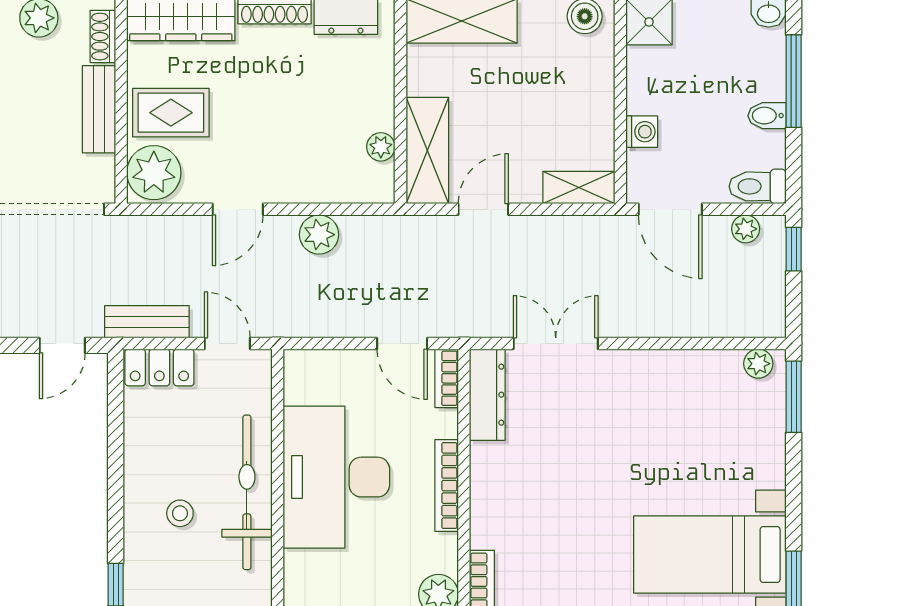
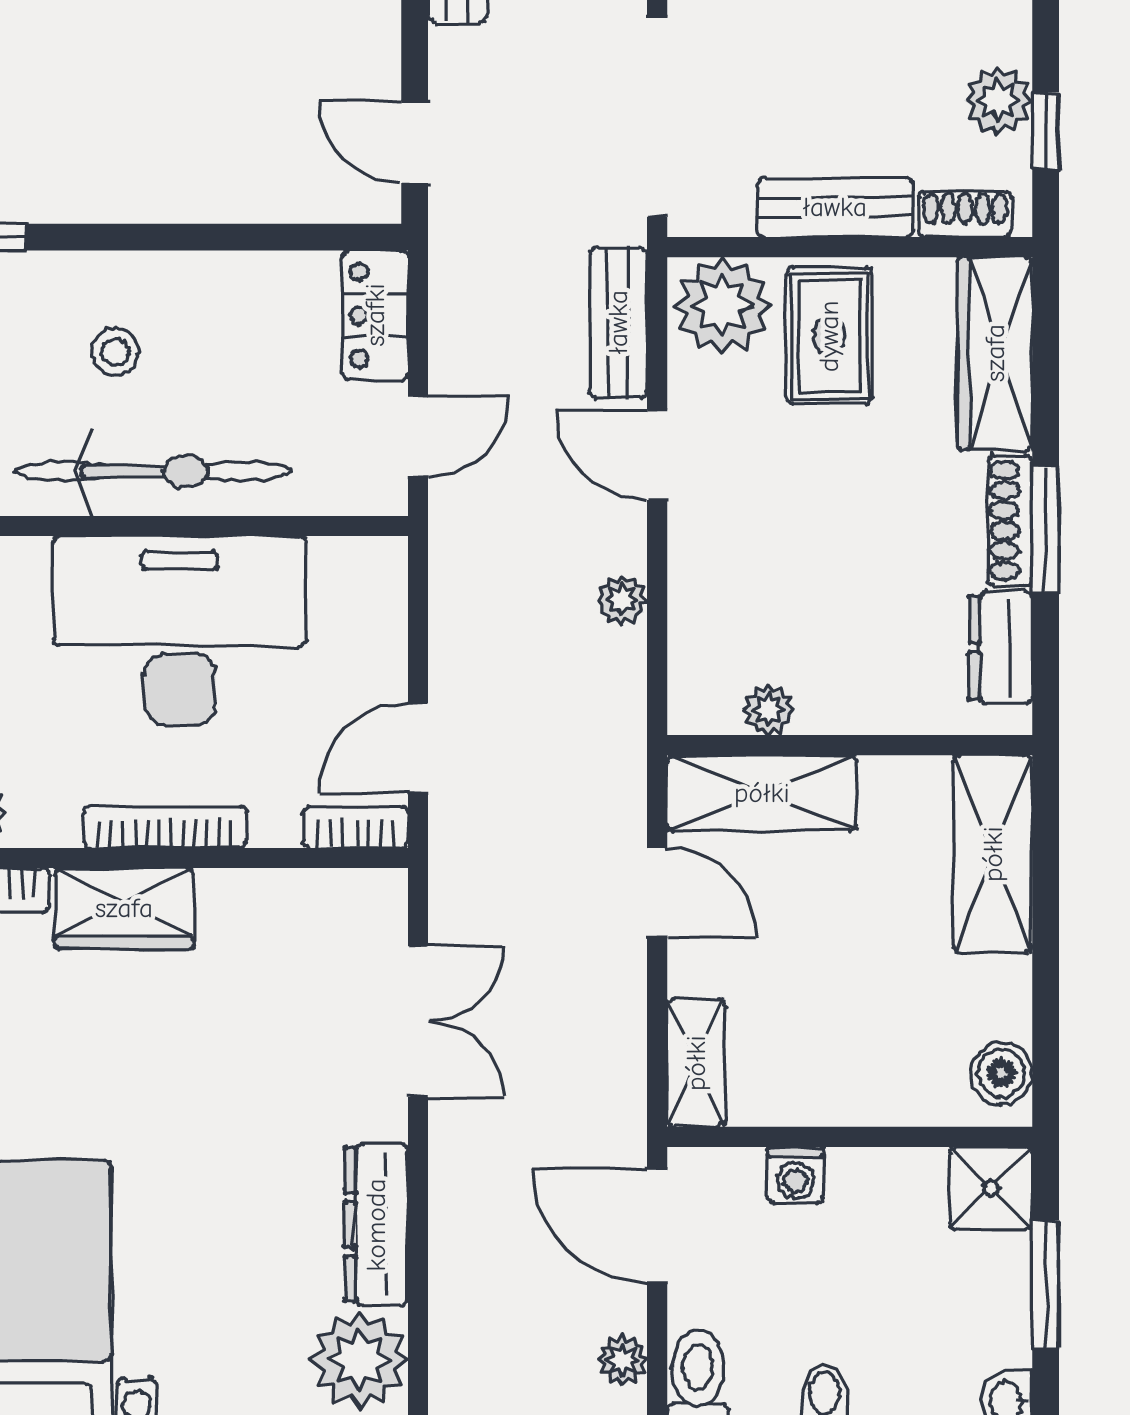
door: (670, 209) -> (657, 1226), hinge flipped
plant: (319, 235) -> (622, 600), width x0.73, depth x0.73
bench: (147, 322) -> (618, 322), moved
plant: (758, 364) -> (359, 1360), width x1.88, depth x1.88
dresser: (487, 395) -> (376, 1225), moved, turned 90
wardrobe: (492, 508) -> (124, 908), added

